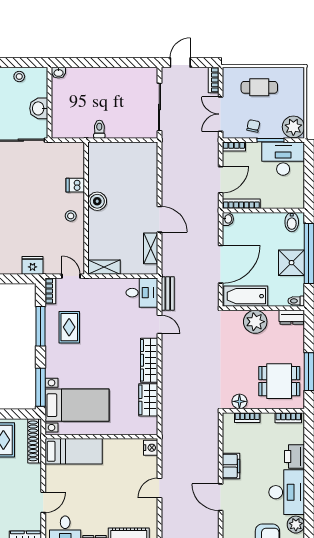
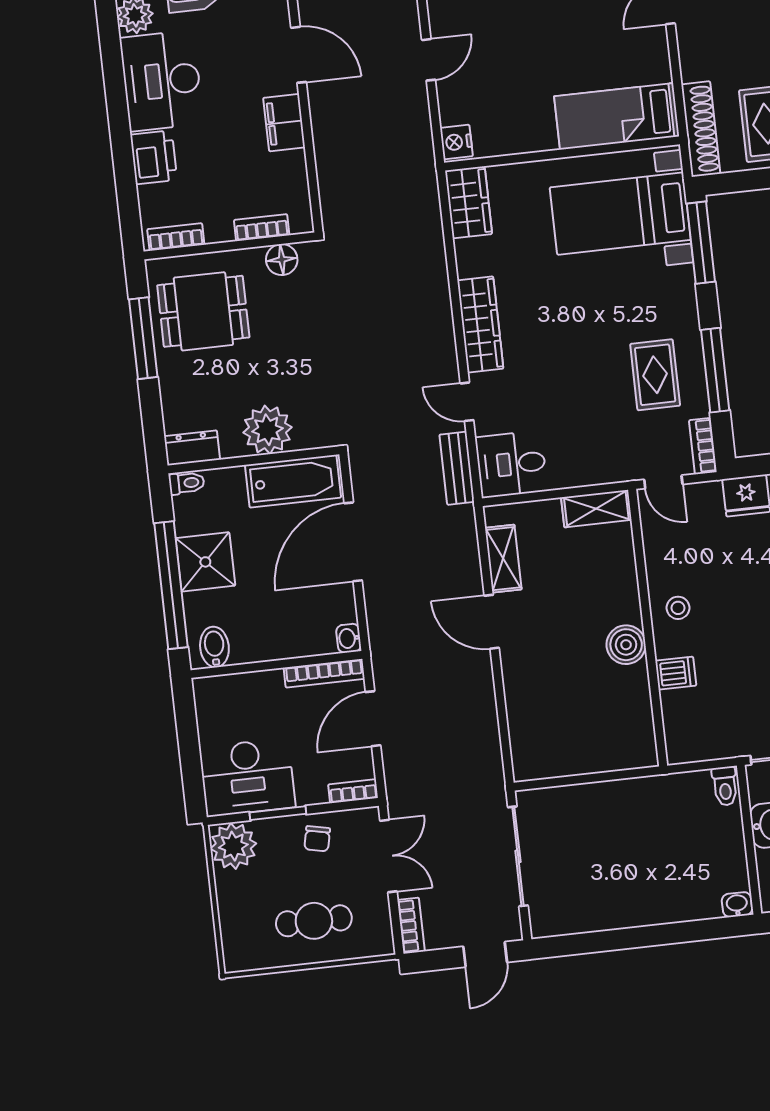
toilet: (99, 129) -> (725, 786), moved
wardrobe: (148, 400) -> (468, 202), moved

